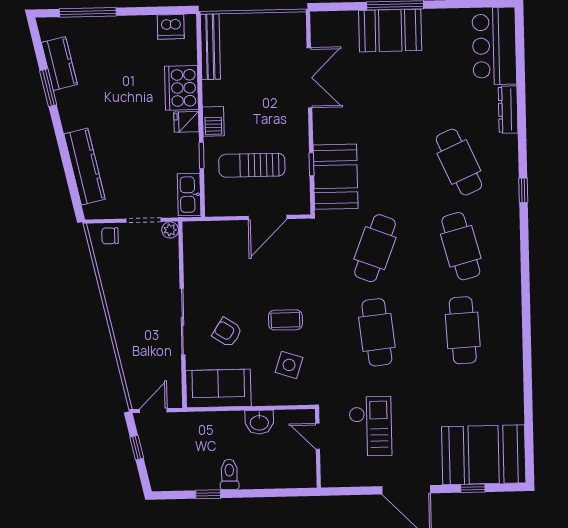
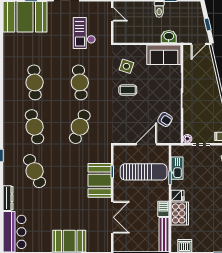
double door: (309, 78) -> (112, 217), swing flipped
barbecue: (213, 121) -> (163, 209), moved
sun lounger: (252, 165) -> (144, 172), width x1.36, depth x1.34
booth: (336, 177) -> (100, 180), moved
kitchen sink: (189, 195) -> (177, 168), moved
door: (268, 217) -> (147, 144), moved
armchair: (227, 332) -> (165, 119), moved
washbasin: (259, 422) -> (169, 37), moved
door: (318, 436) -> (112, 14), moved

